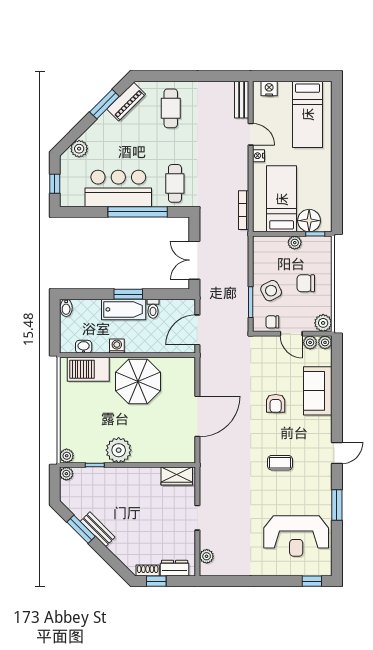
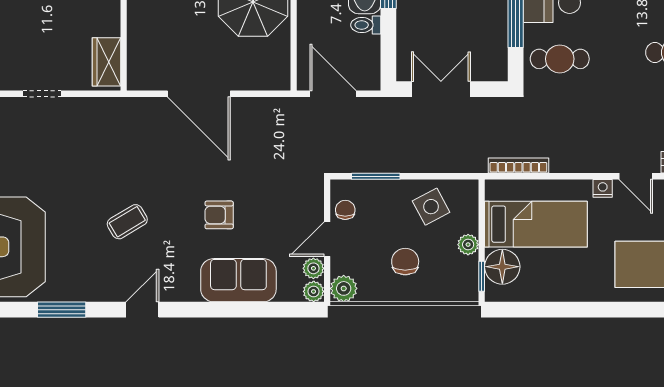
door: (251, 134) -> (636, 176), hinge flipped
side table: (271, 291) -> (431, 207), moved
door: (337, 453) -> (142, 310), swing flipped
coffee table: (280, 463) -> (127, 222), turned 59

